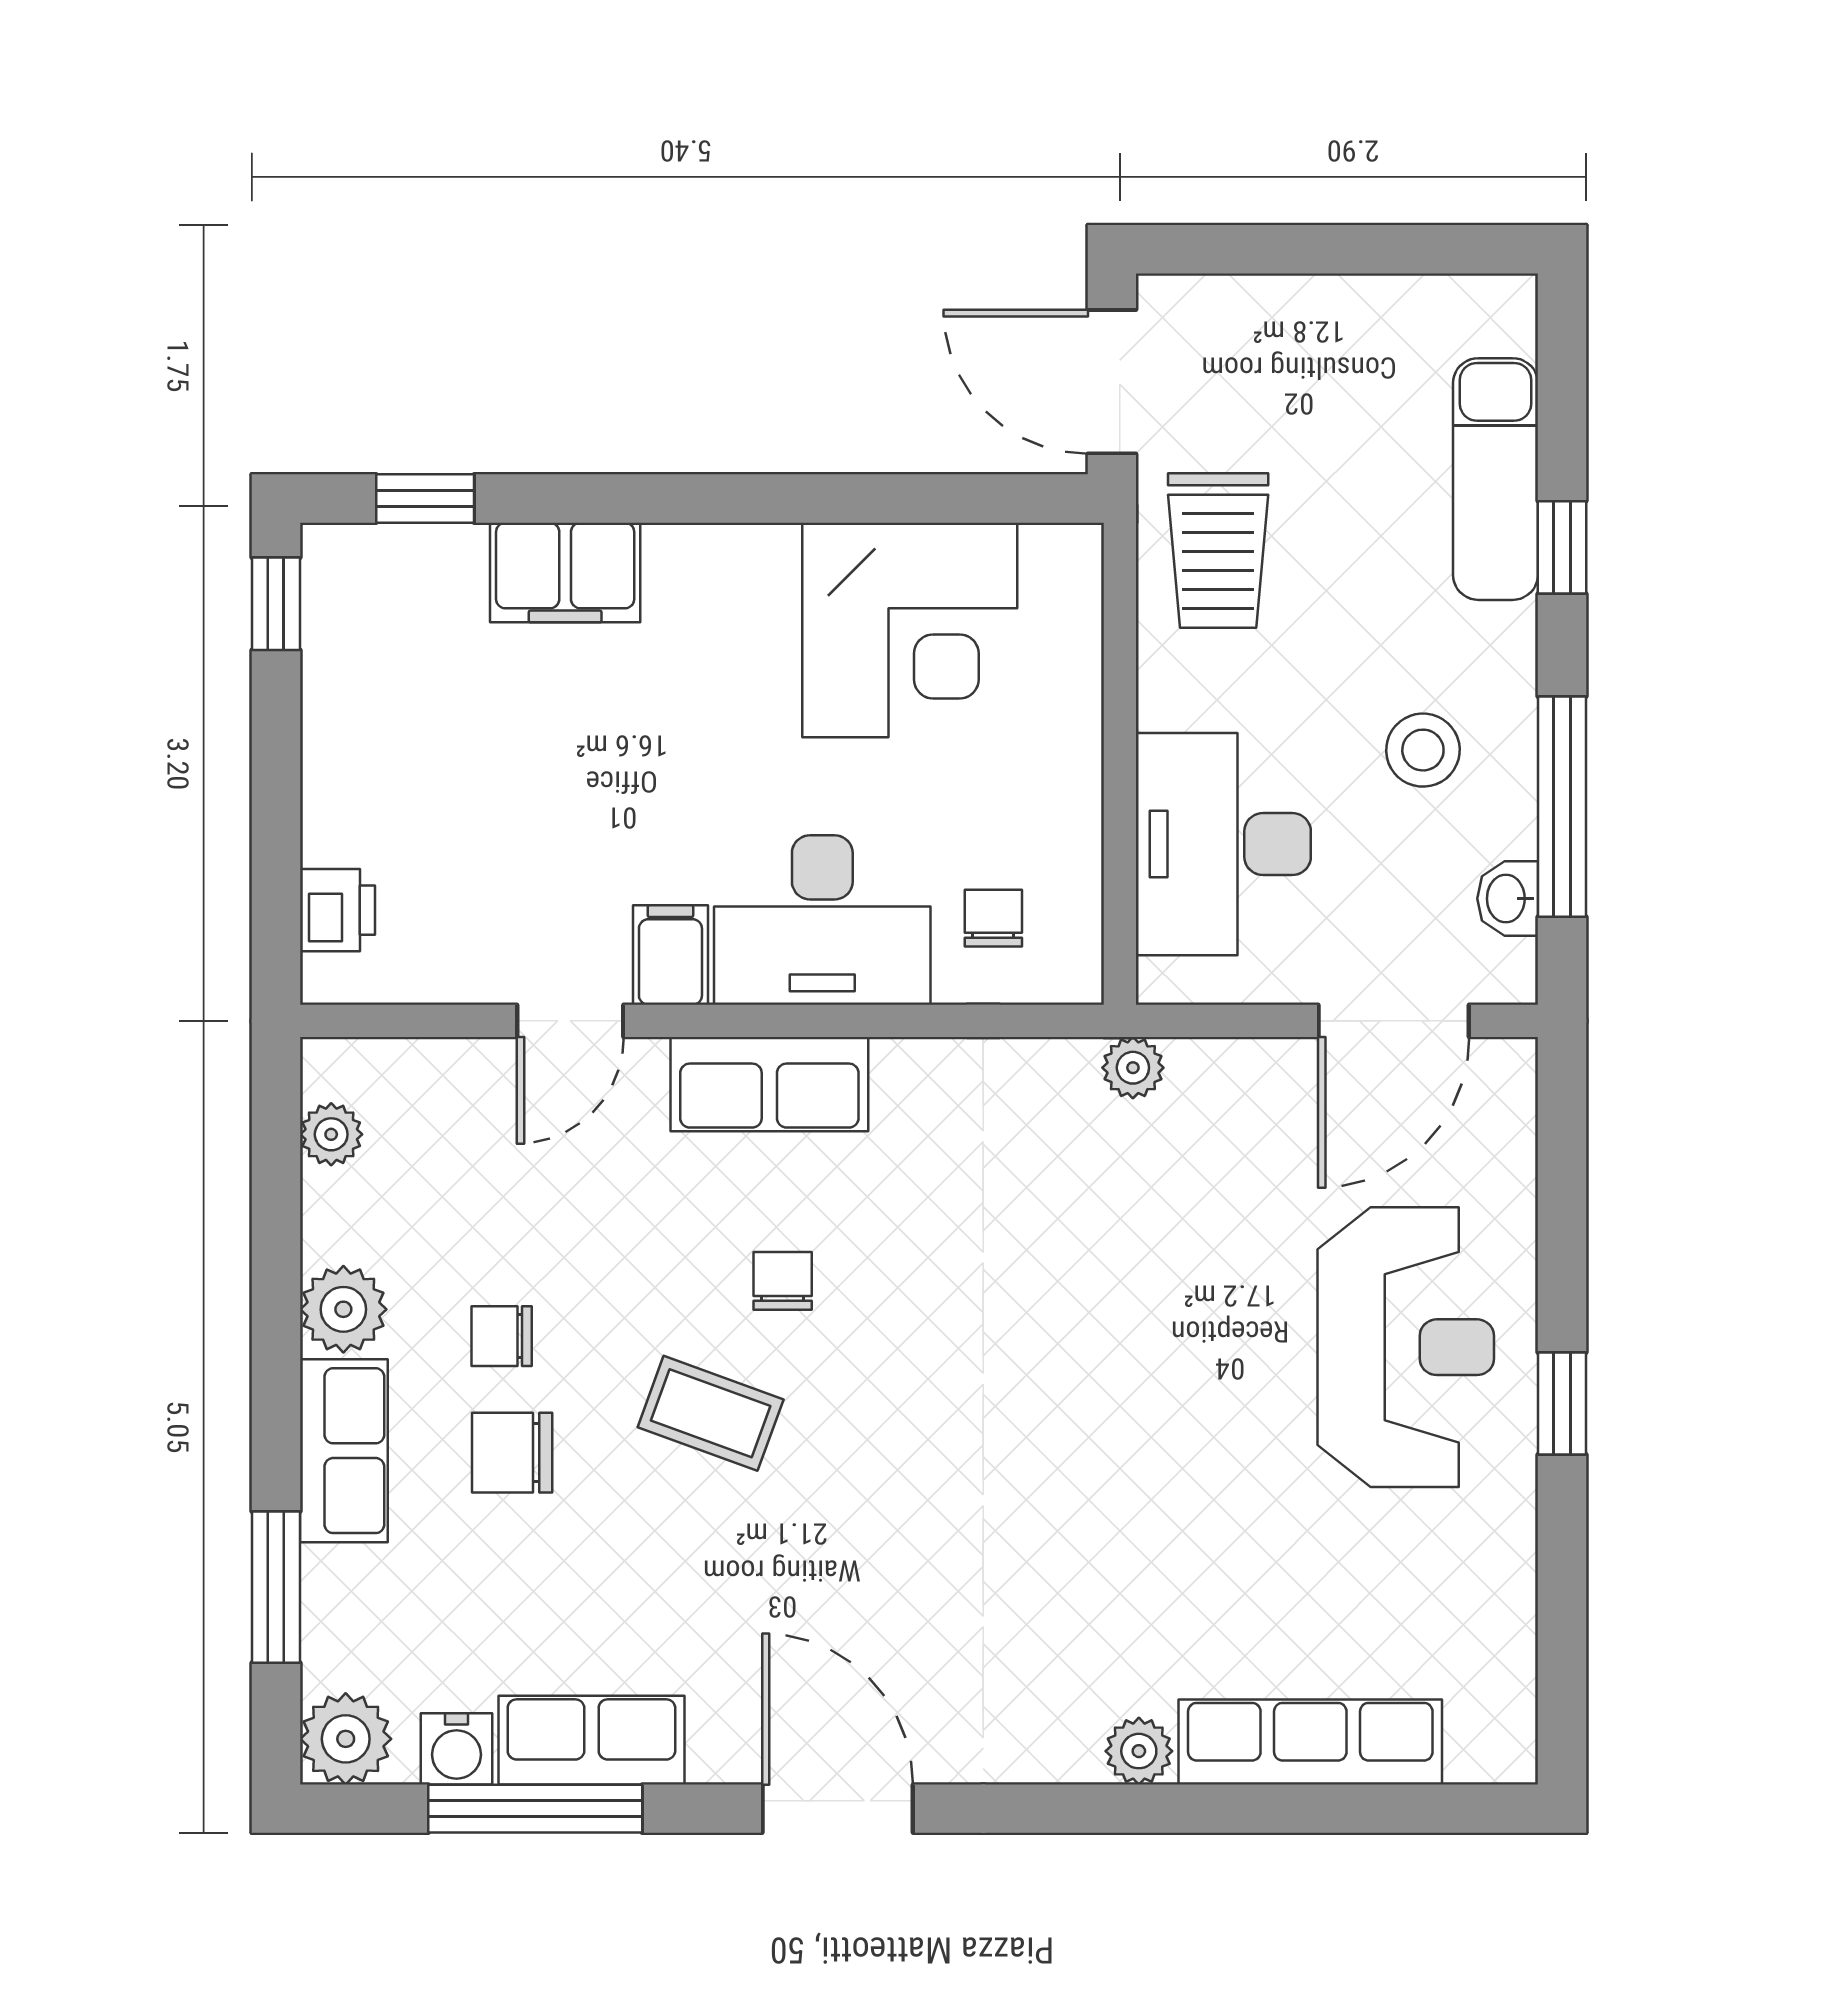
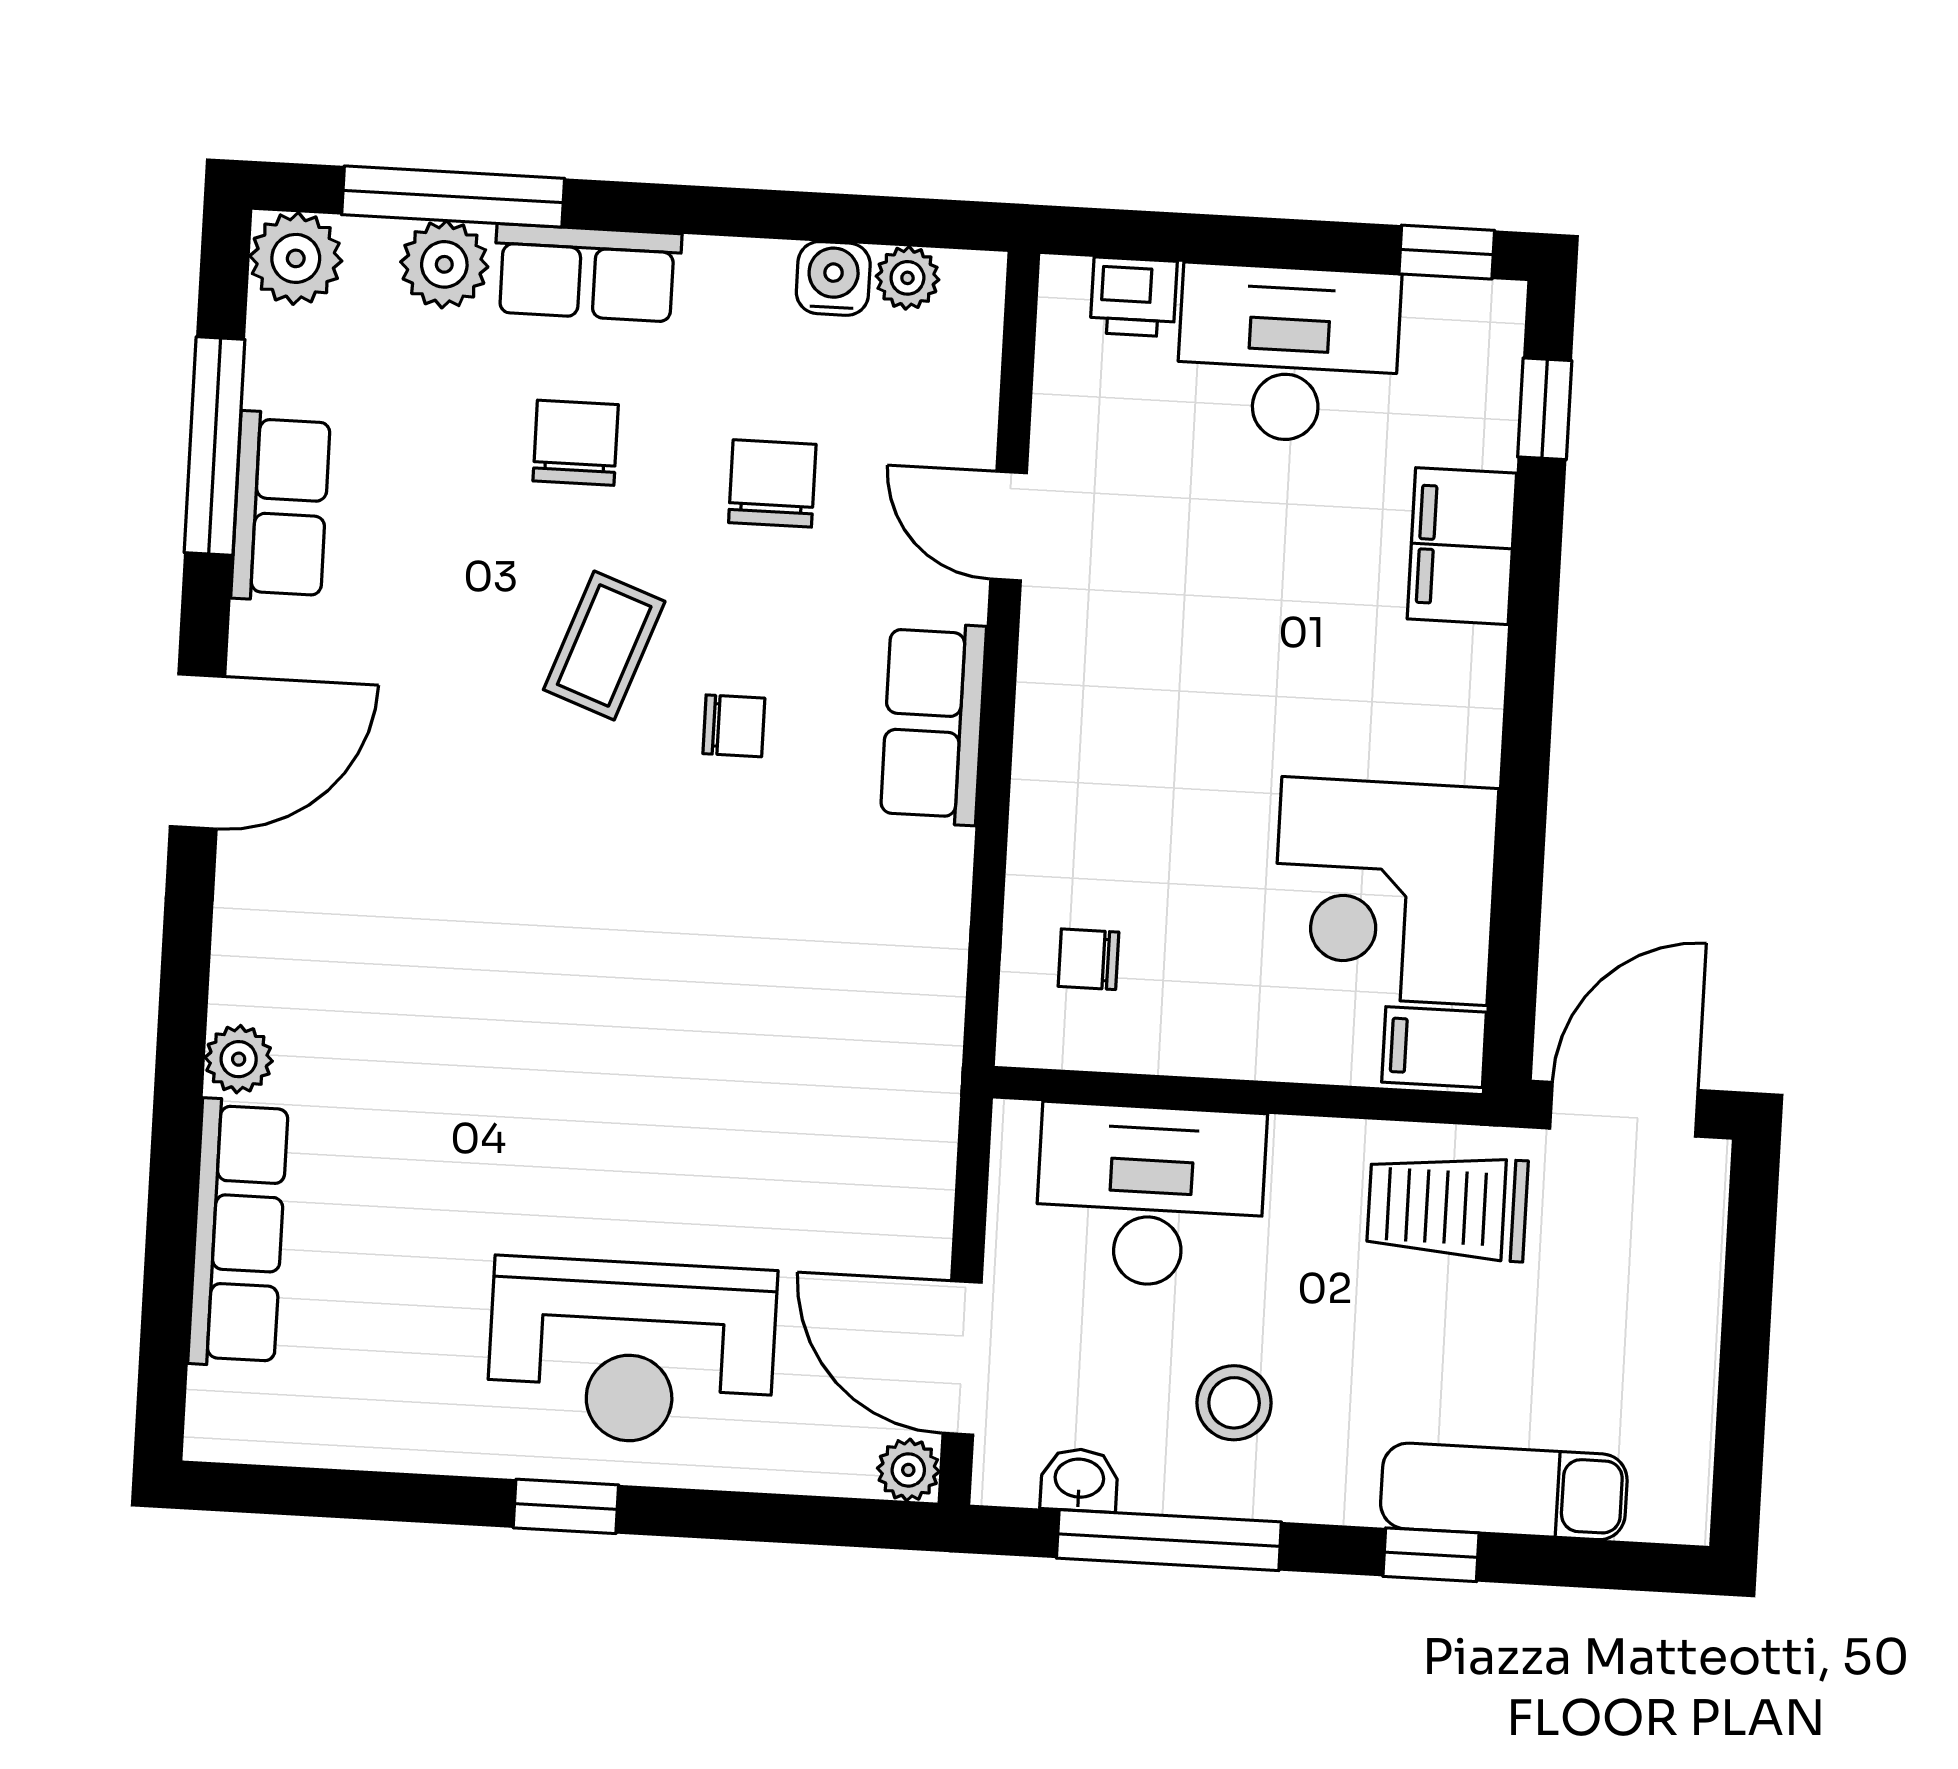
chair: (993, 918) -> (1088, 959), turned 180
desk: (822, 920) -> (1288, 354), moved, turned 90
filing cabinet: (670, 955) -> (1434, 1047), moved, turned 180
plant: (1133, 1068) -> (908, 1470), moved
plant: (343, 1309) -> (444, 264), moved
chair: (502, 1336) -> (772, 483), moved, width x1.37, depth x1.37
window: (276, 1587) -> (453, 197), width x1.44
water cooler: (456, 1749) -> (833, 278), moved, turned 90

